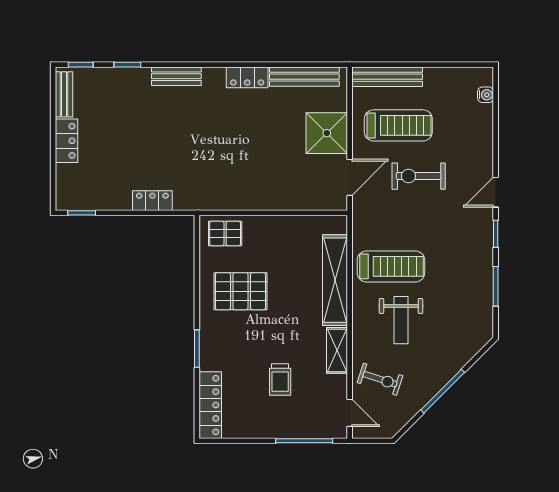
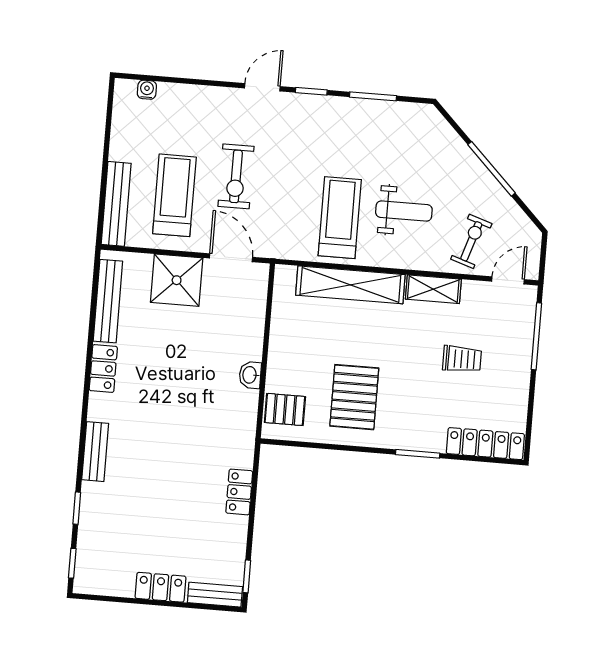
bench: (64, 94) -> (215, 595), moved
door: (496, 192) -> (262, 87), swing flipped
washbasin: (252, 202) -> (250, 375), added
pallet: (225, 234) -> (285, 409), turned 90

